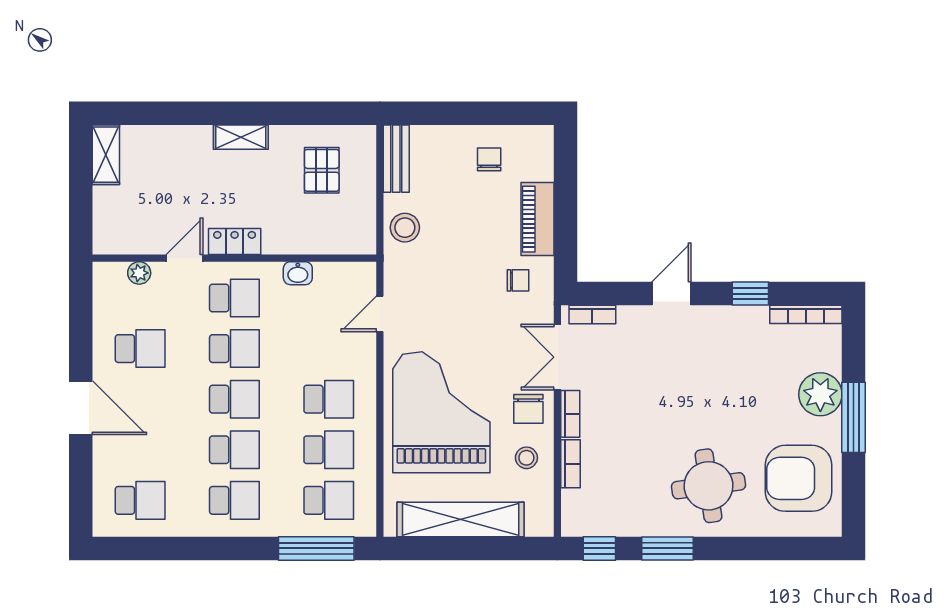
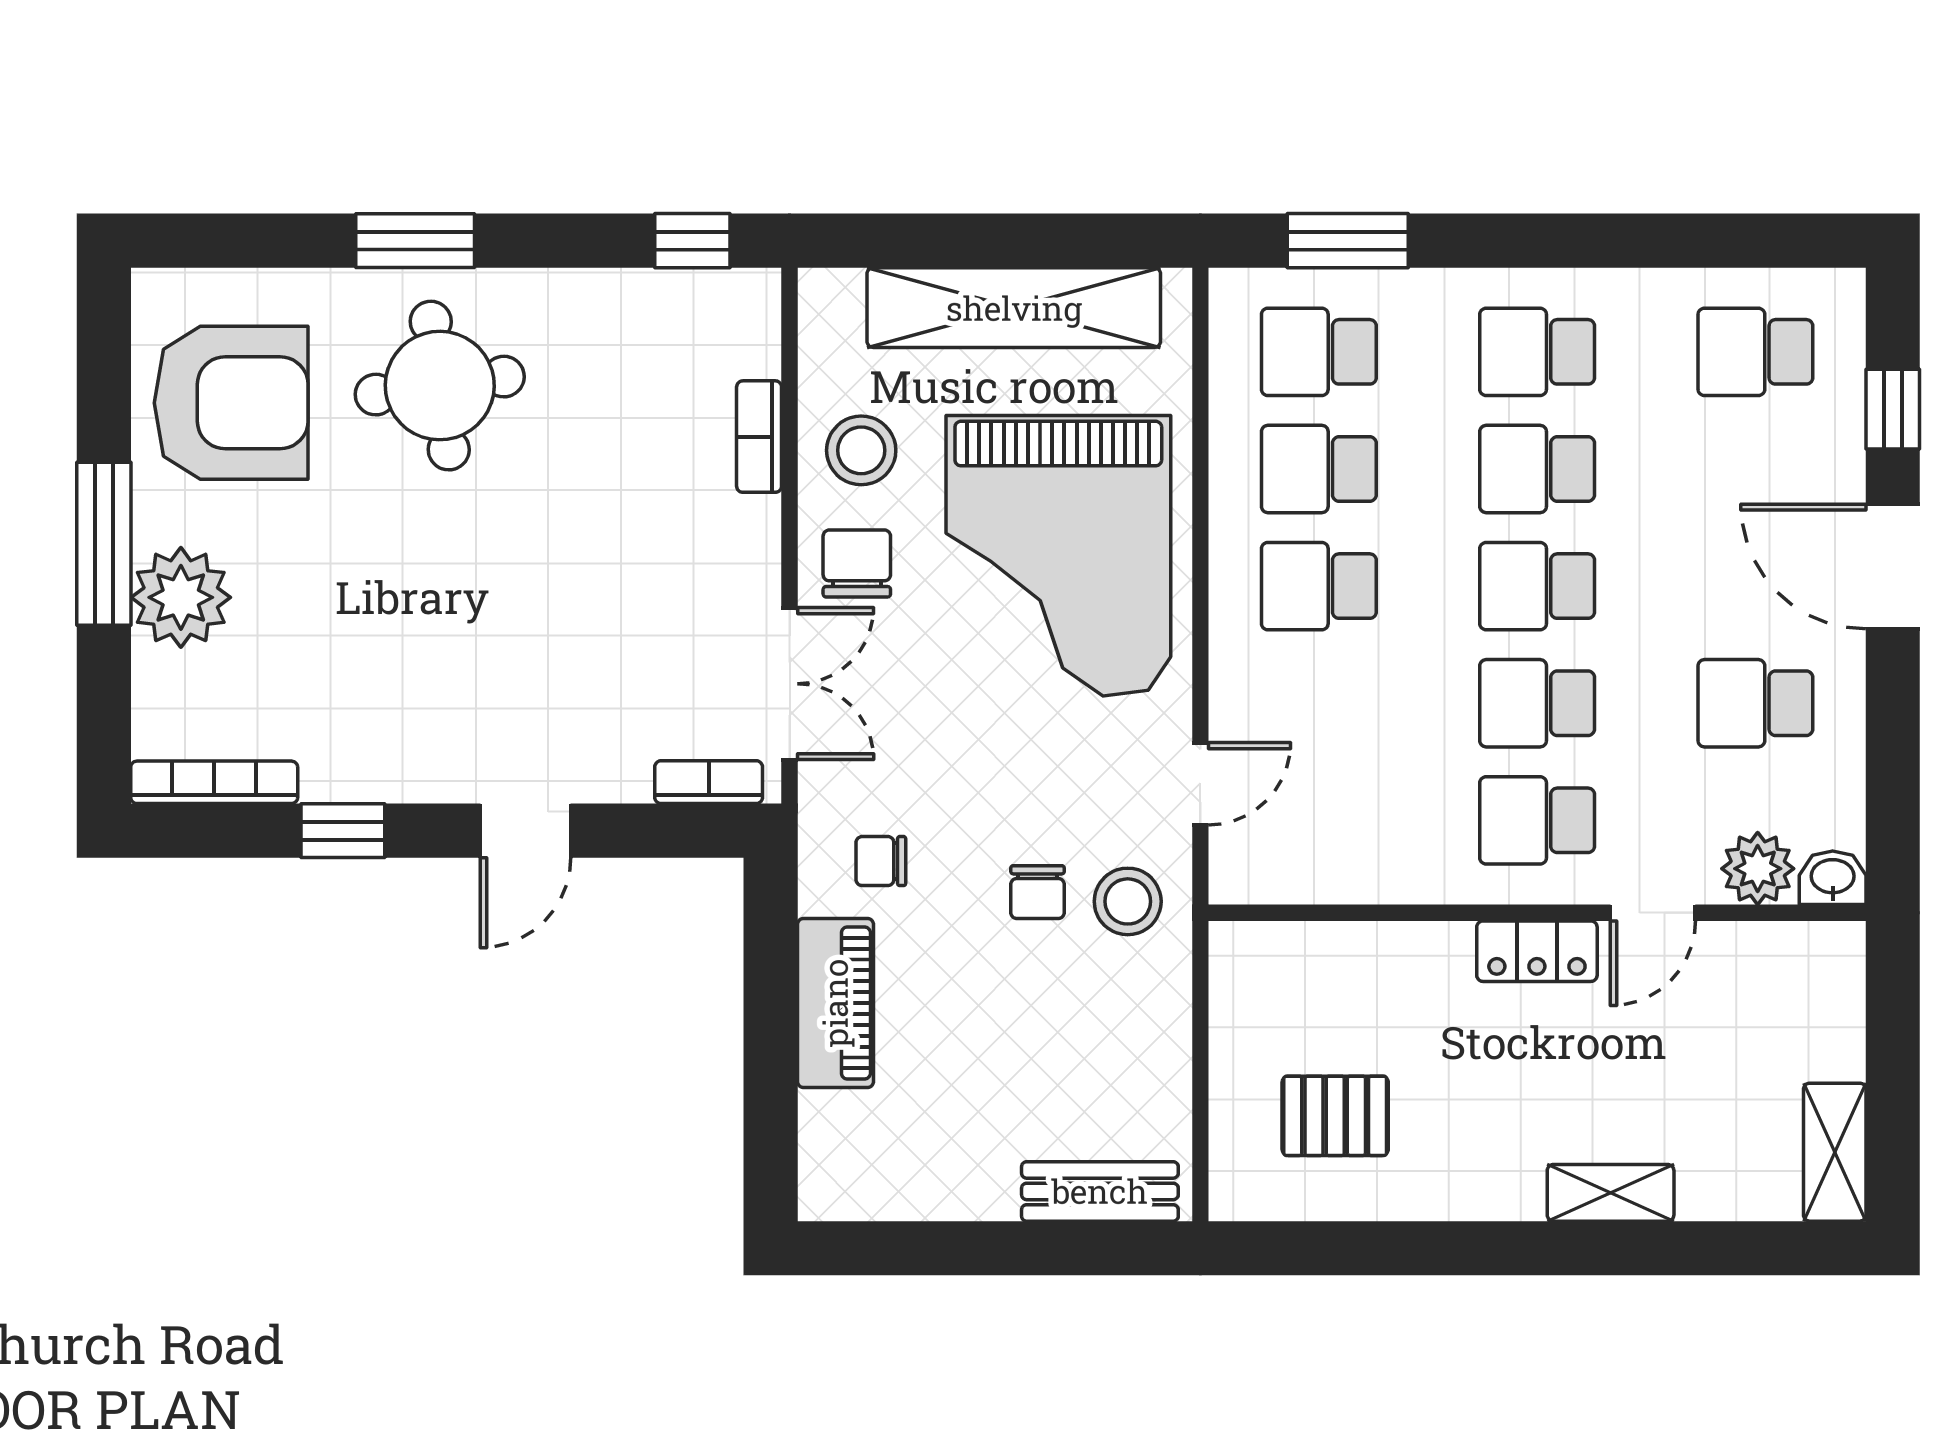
shelving: (241, 137) -> (1611, 1193), moved
bench: (396, 159) -> (1100, 1191), moved, turned 90
chair: (489, 159) -> (1038, 892), moved
pallet: (322, 170) -> (1335, 1116), turned 90
stool: (405, 228) -> (1128, 901), moved
plant: (139, 273) -> (1758, 869), width x1.38, depth x1.38
washbasin: (298, 273) -> (1833, 878), moved
bookcase: (570, 414) -> (760, 552), removed
stool: (526, 458) -> (861, 450), width x1.37, depth x1.37
window: (81, 476) -> (1893, 409), added
window: (316, 548) -> (1348, 241), width x0.69
window: (667, 548) -> (415, 241), moved

